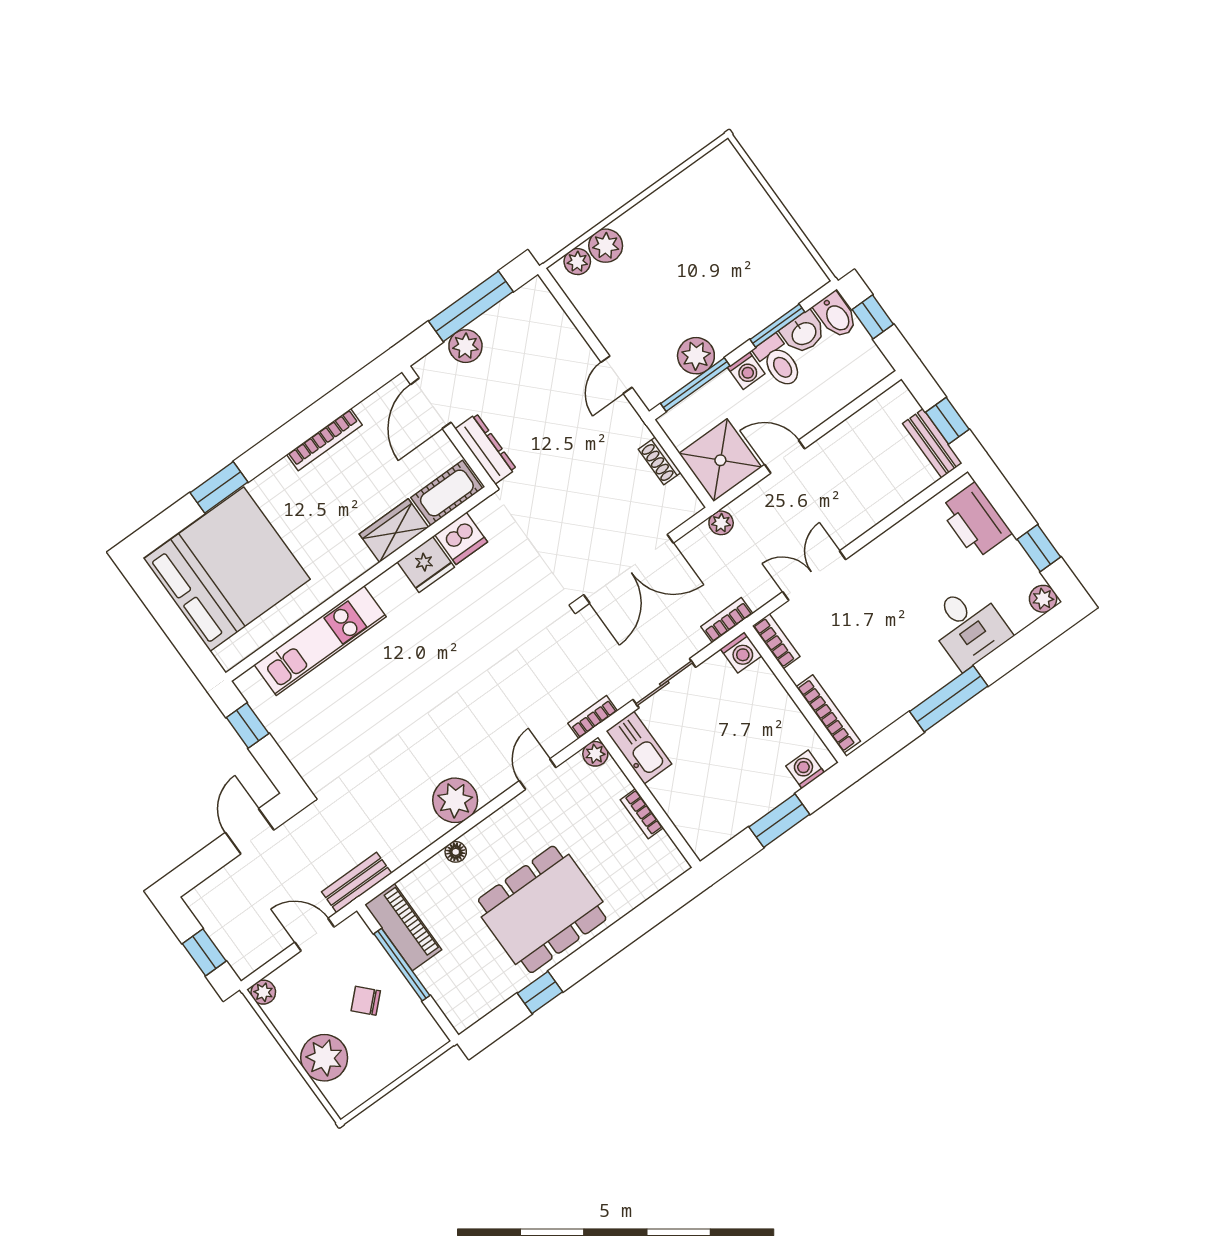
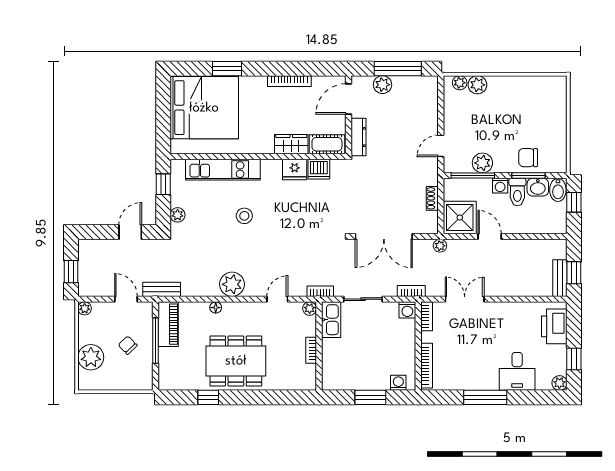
chair: (758, 299) -> (528, 158), added
stool: (401, 686) -> (244, 216), added
plant: (301, 756) -> (178, 215), added

